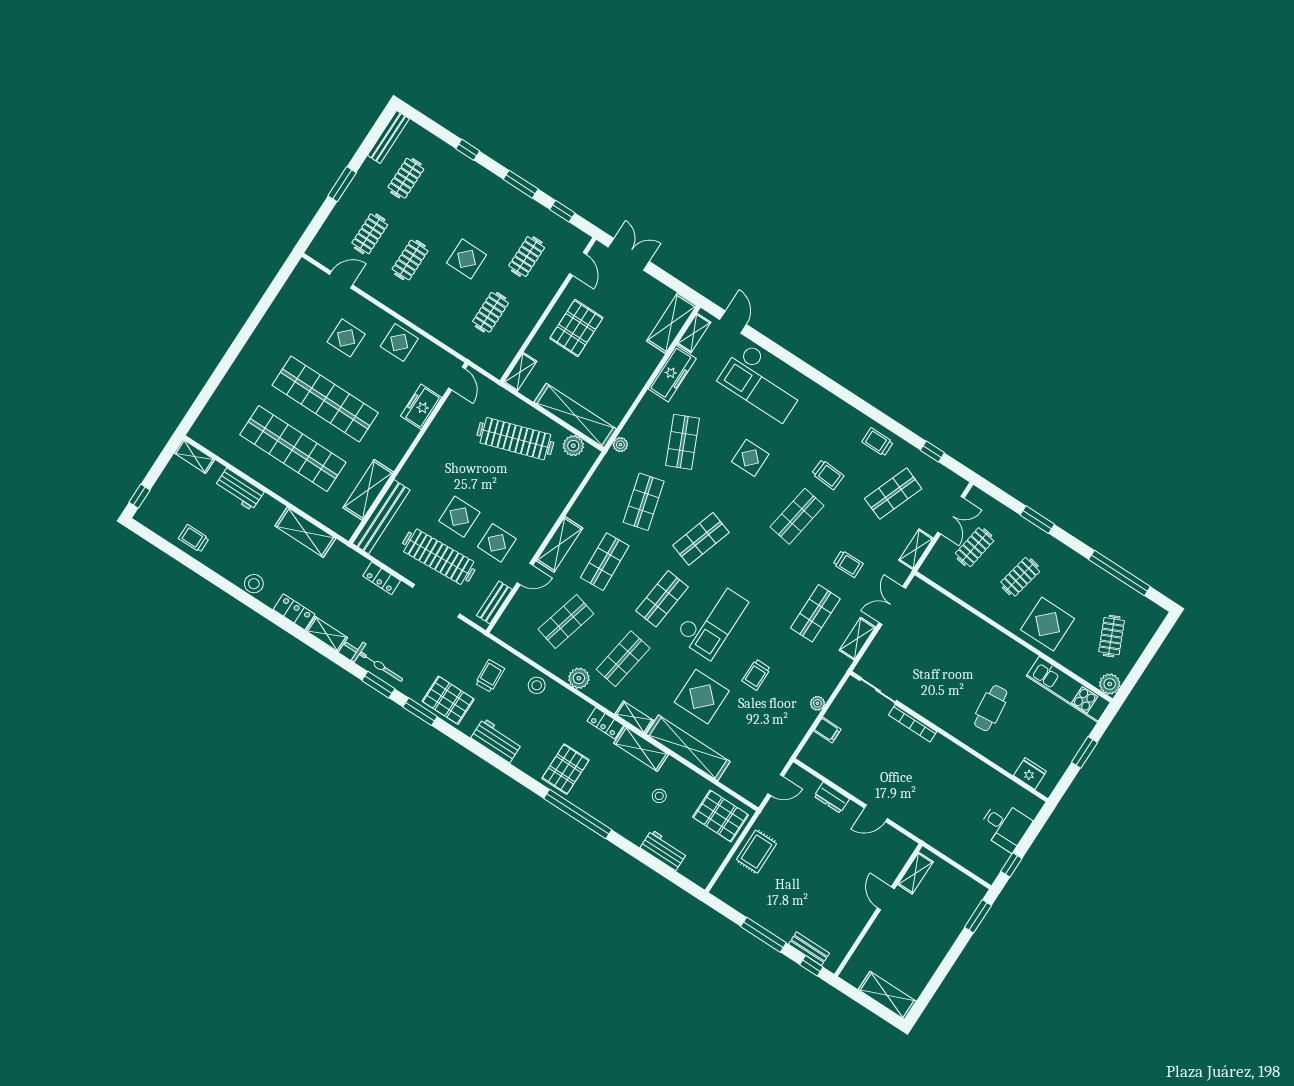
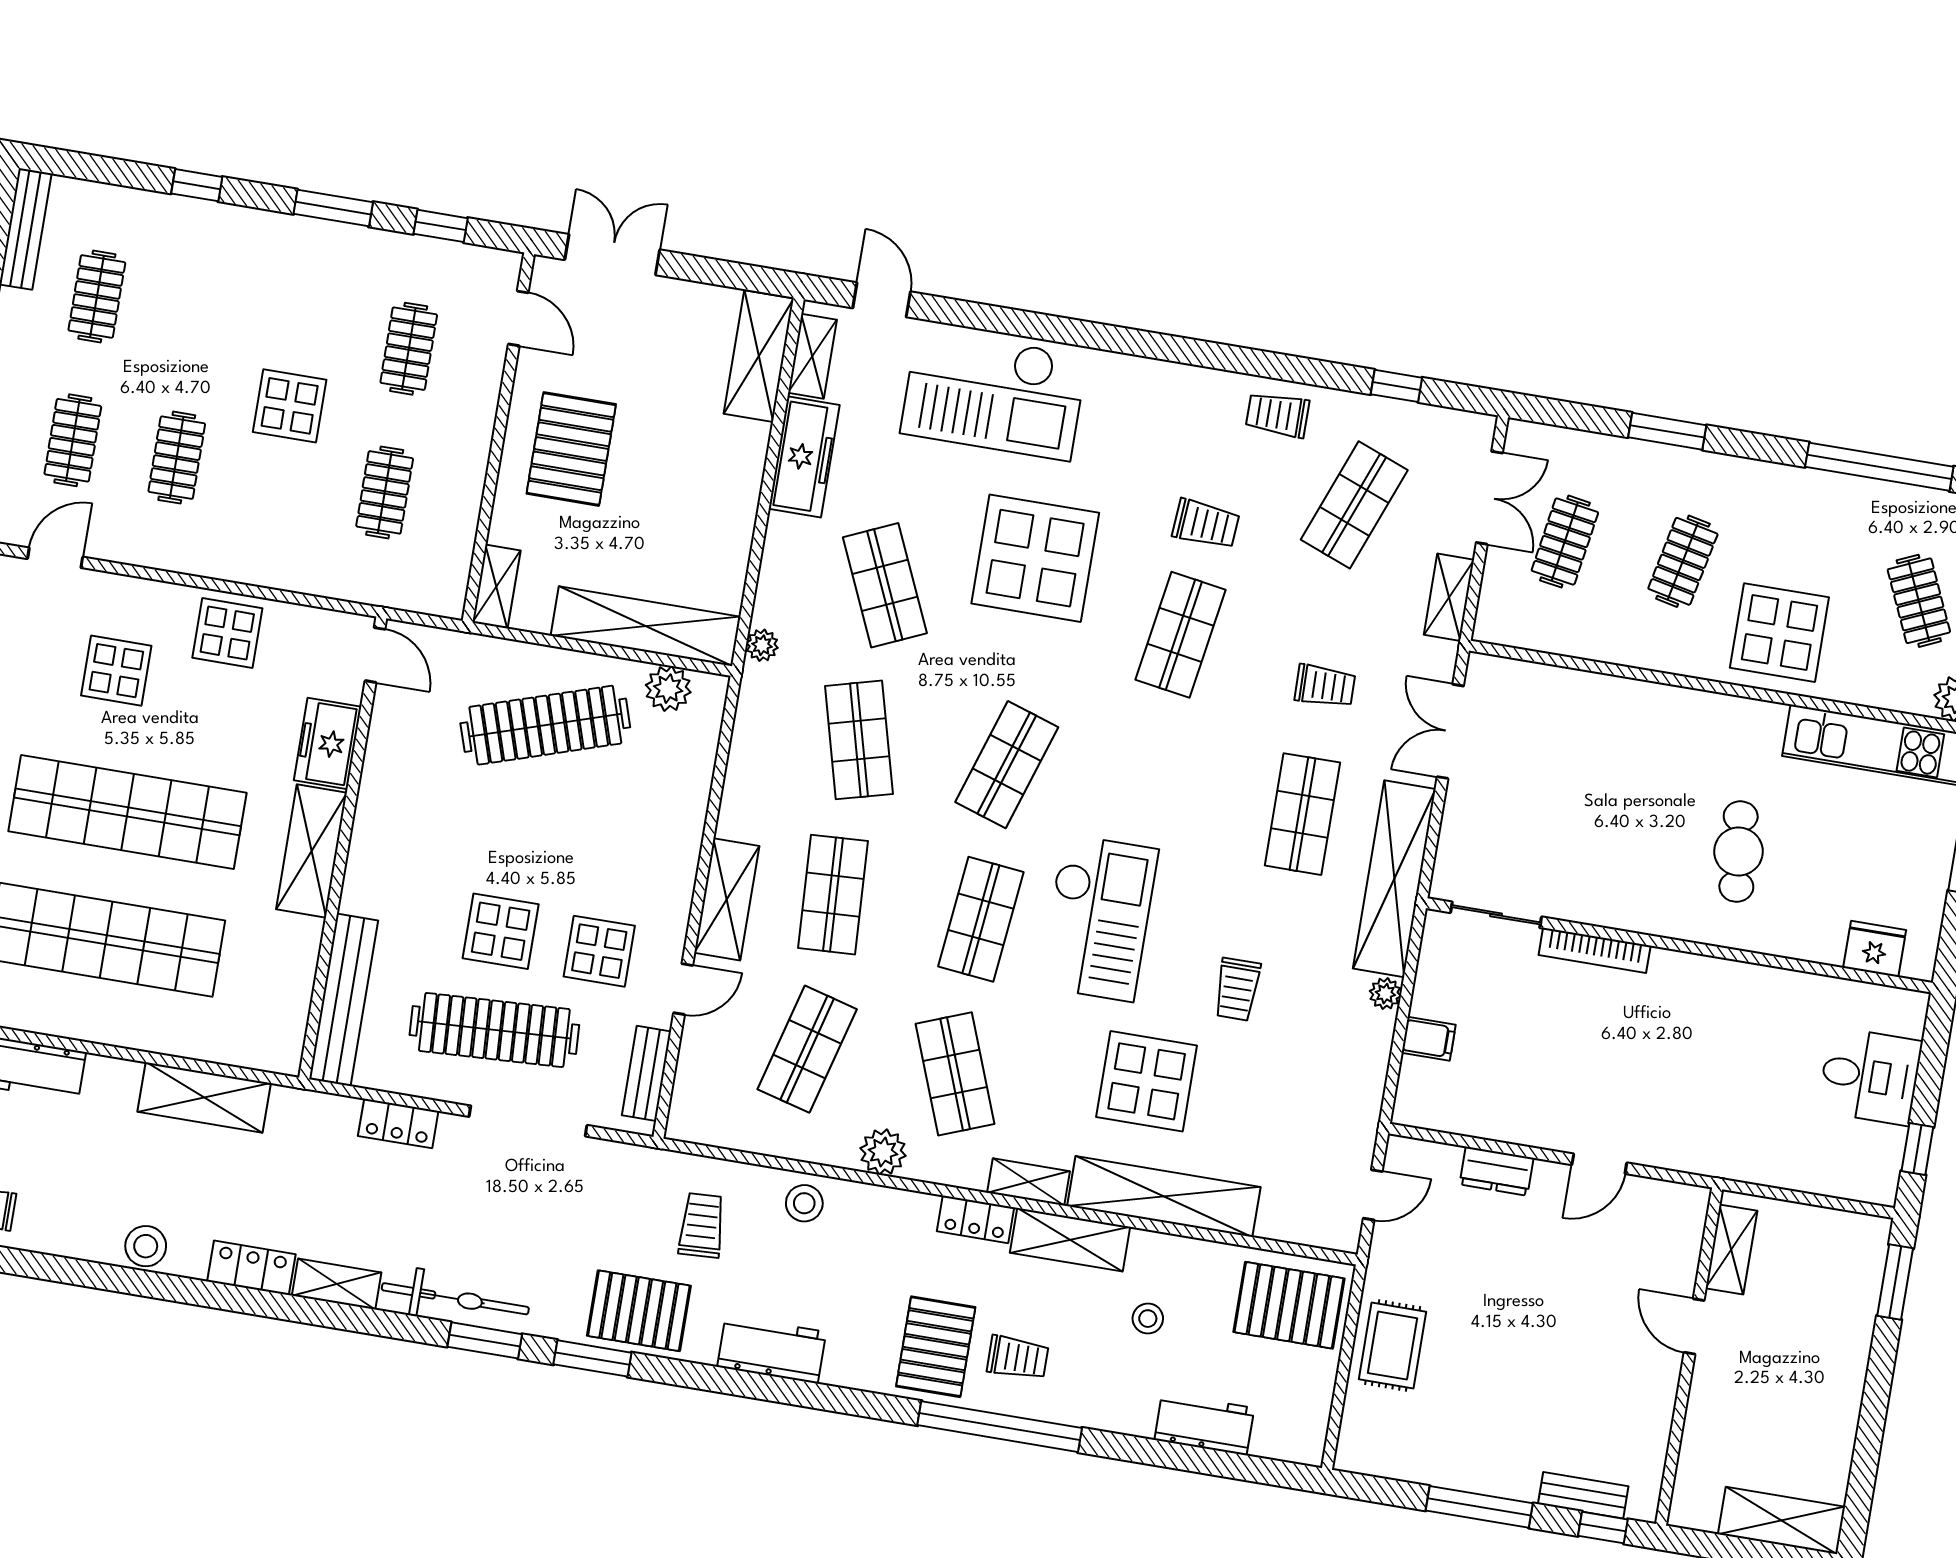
display table: (750, 458) -> (1035, 558), width x1.86, depth x1.86
shelving: (368, 490) -> (312, 851), moved
shelving: (857, 639) -> (1394, 879), width x2.20, depth x1.33
shop shelf: (623, 659) -> (955, 1074), turned -30
trolley: (598, 789) -> (1018, 1358), added

